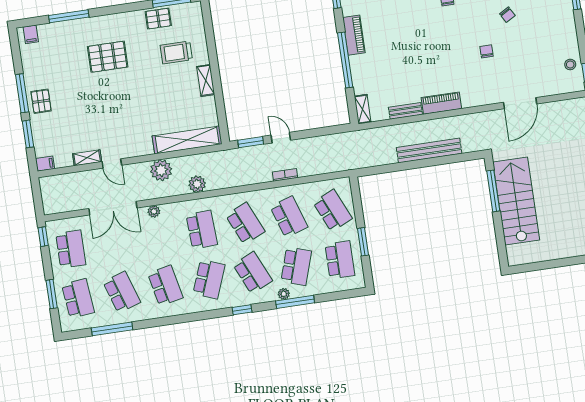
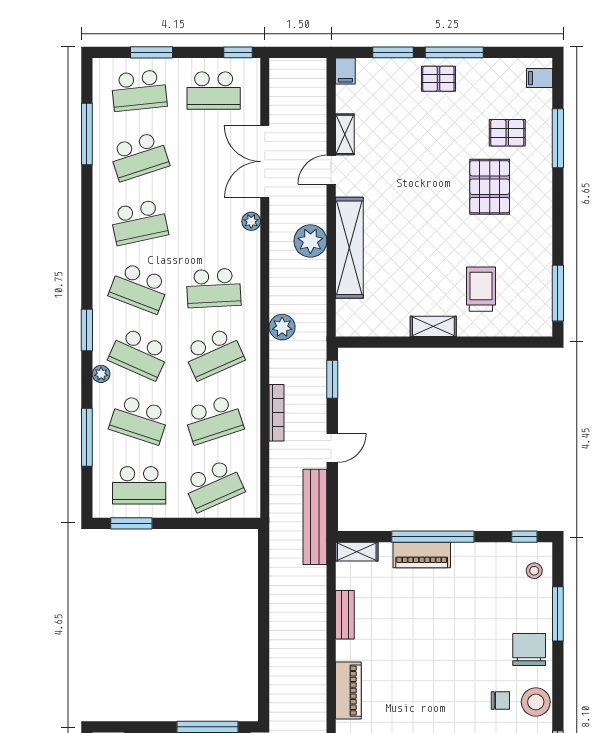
pallet: (158, 19) -> (507, 133), moved, turned 90
piano: (354, 35) -> (422, 555), moved
piano: (441, 103) -> (348, 691), moved
door: (281, 138) -> (332, 448), moved
shelving: (187, 140) -> (349, 248), moved
bench: (429, 150) -> (315, 517), moved
bookcase: (285, 175) -> (277, 413), width x1.56
plant: (197, 184) -> (282, 327), moved
window: (363, 242) -> (131, 523), moved
school desk: (253, 273) -> (139, 354), turned 48
plant: (284, 294) -> (101, 374), moved
window: (295, 302) -> (87, 437), moved
window: (242, 310) -> (87, 330), width x1.50

